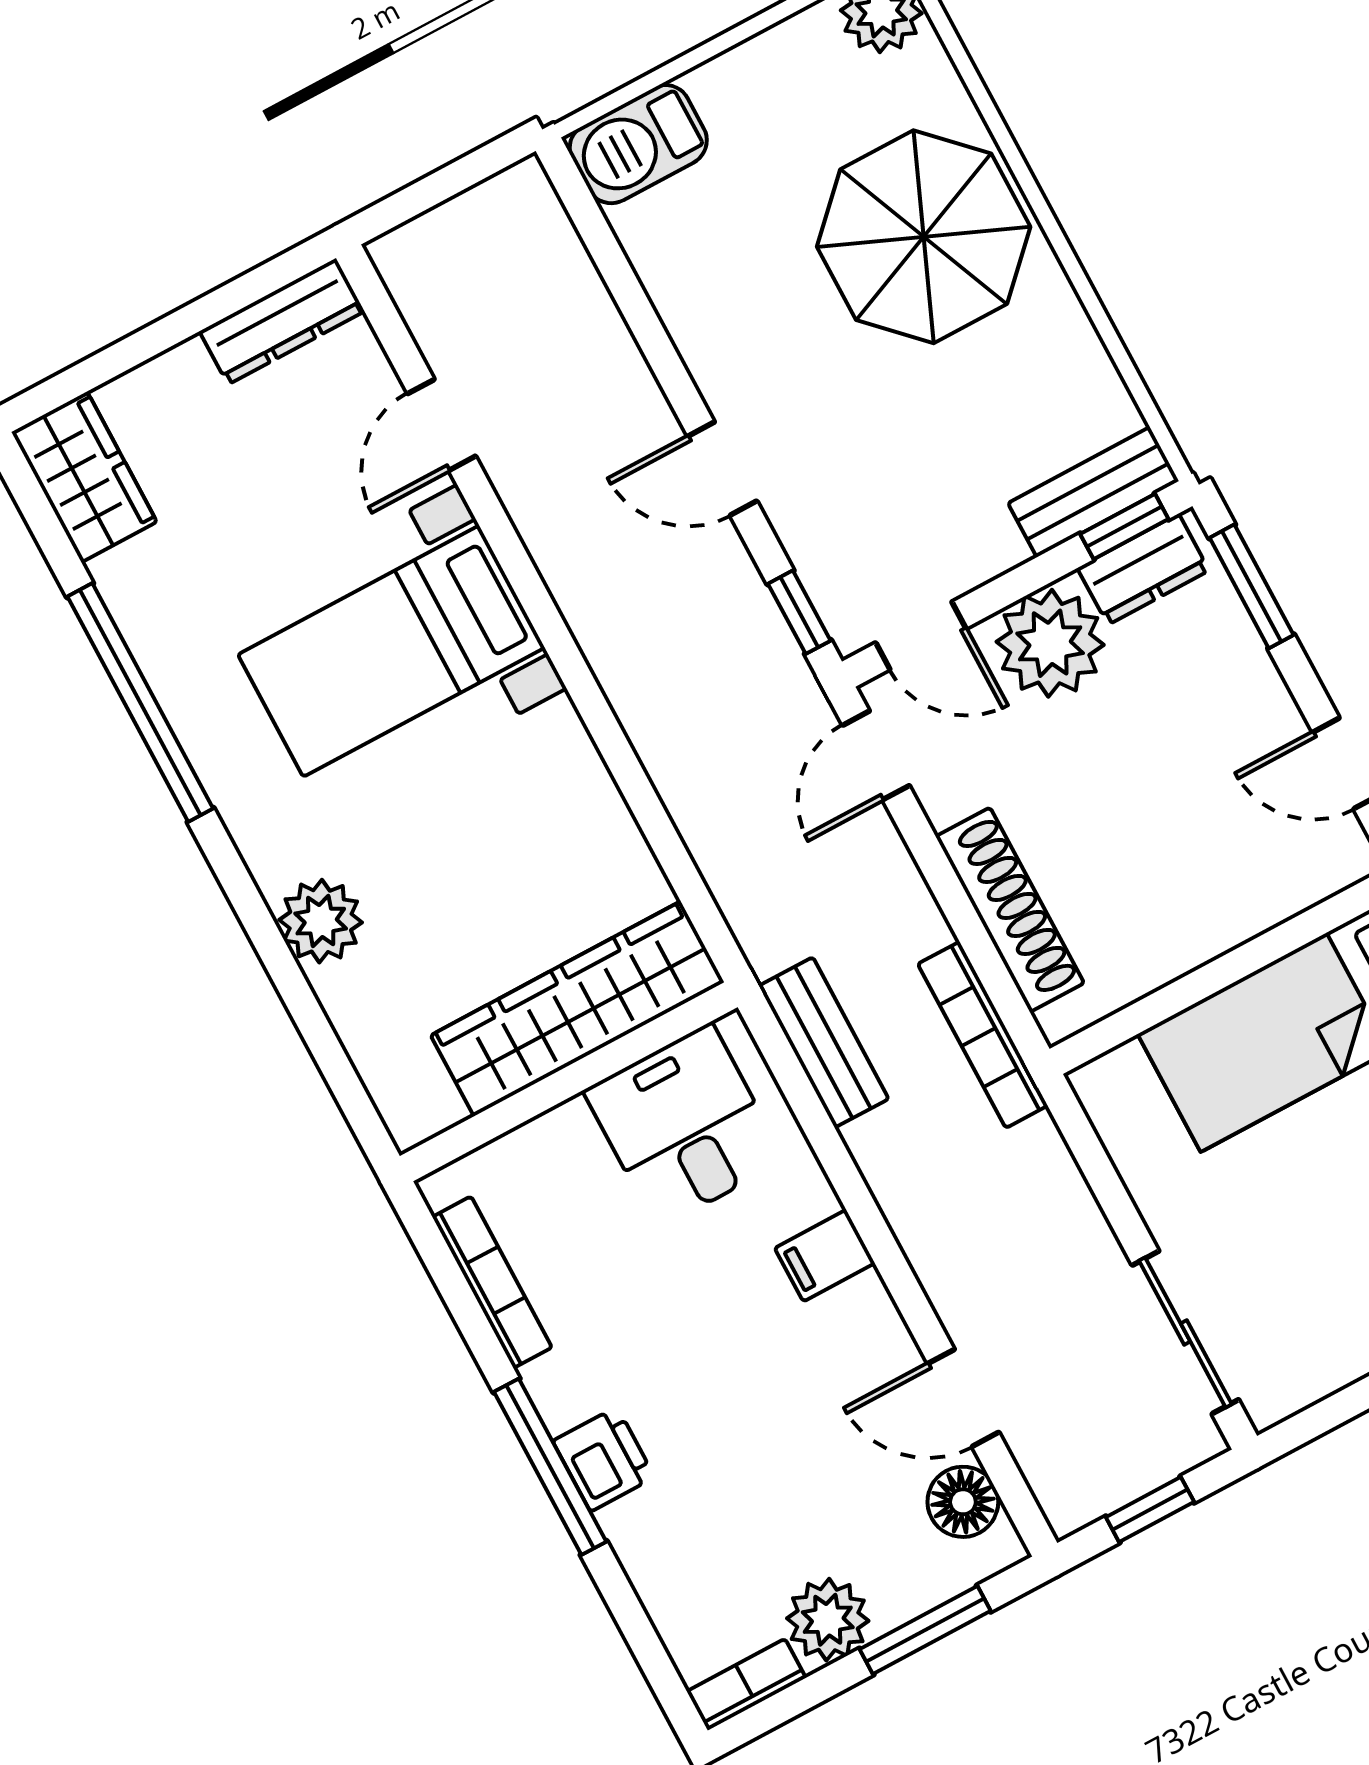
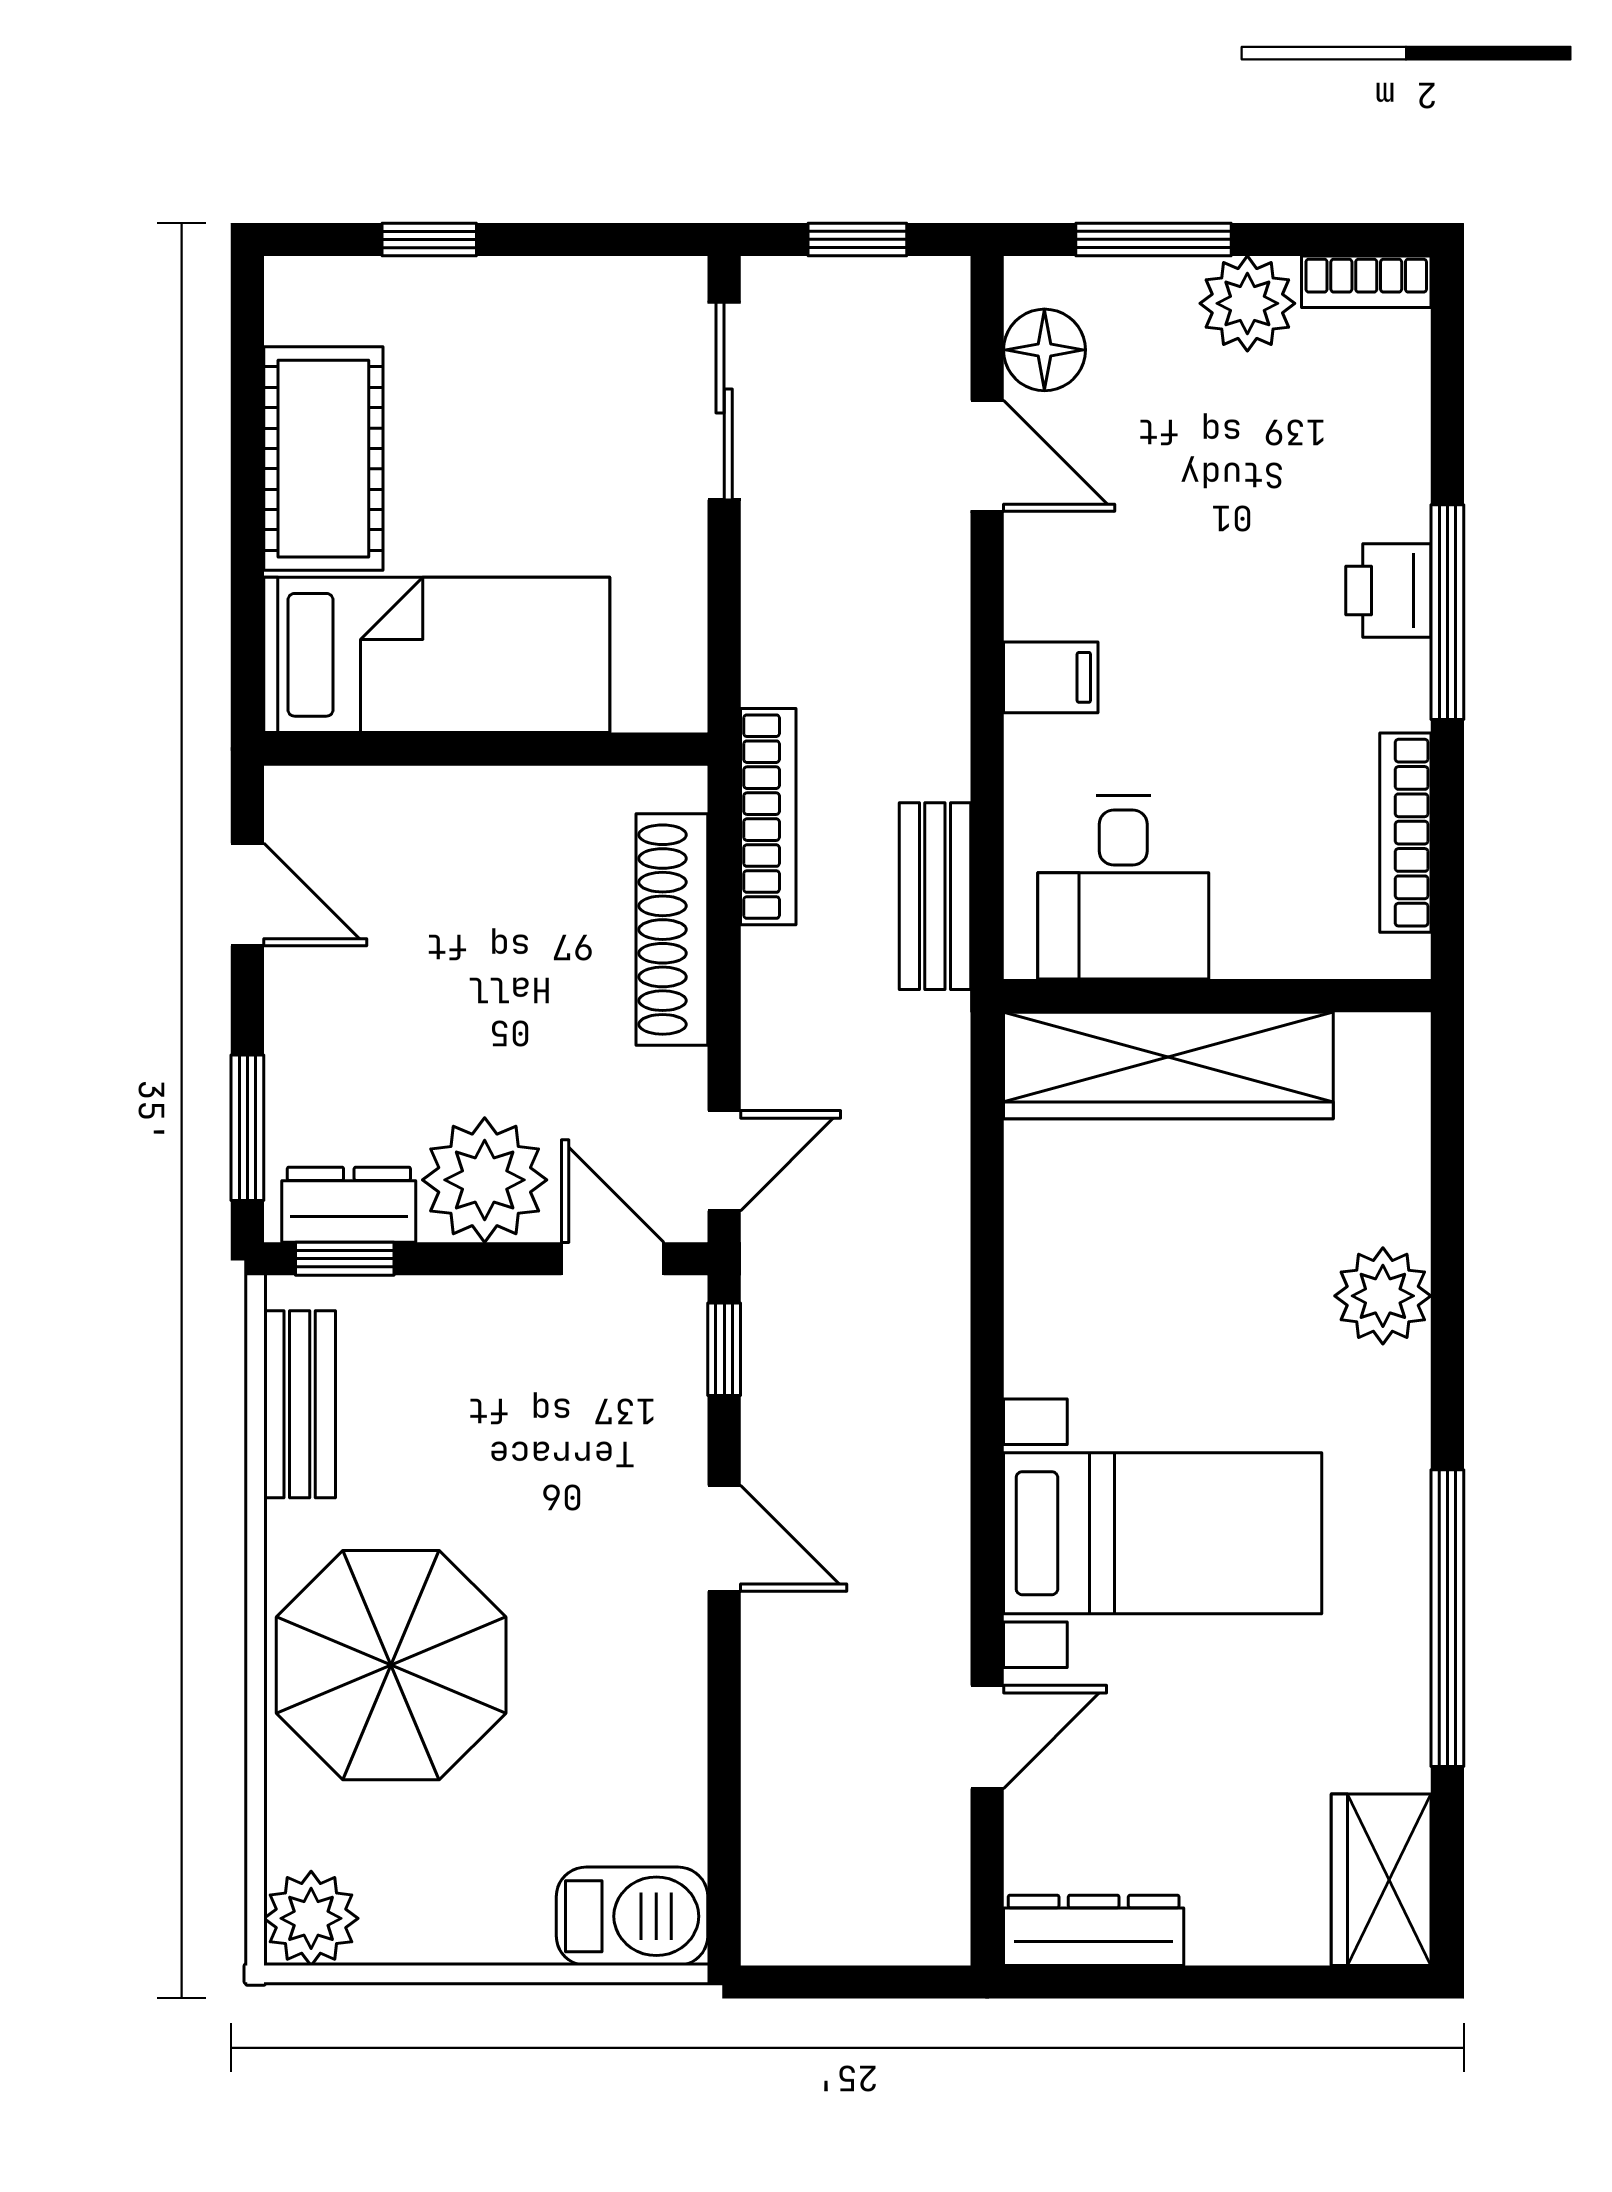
bench: (1093, 492) -> (300, 1404), moved, turned 90

